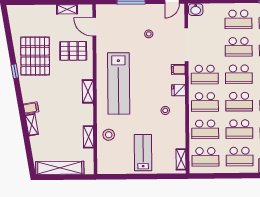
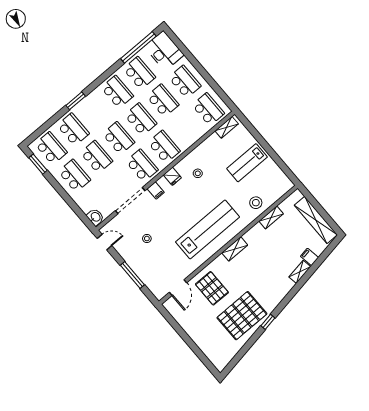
shelving: (67, 9) -> (182, 321), removed
filing cabinet: (31, 108) -> (309, 257), moved
school desk: (205, 129) -> (186, 128), removed

